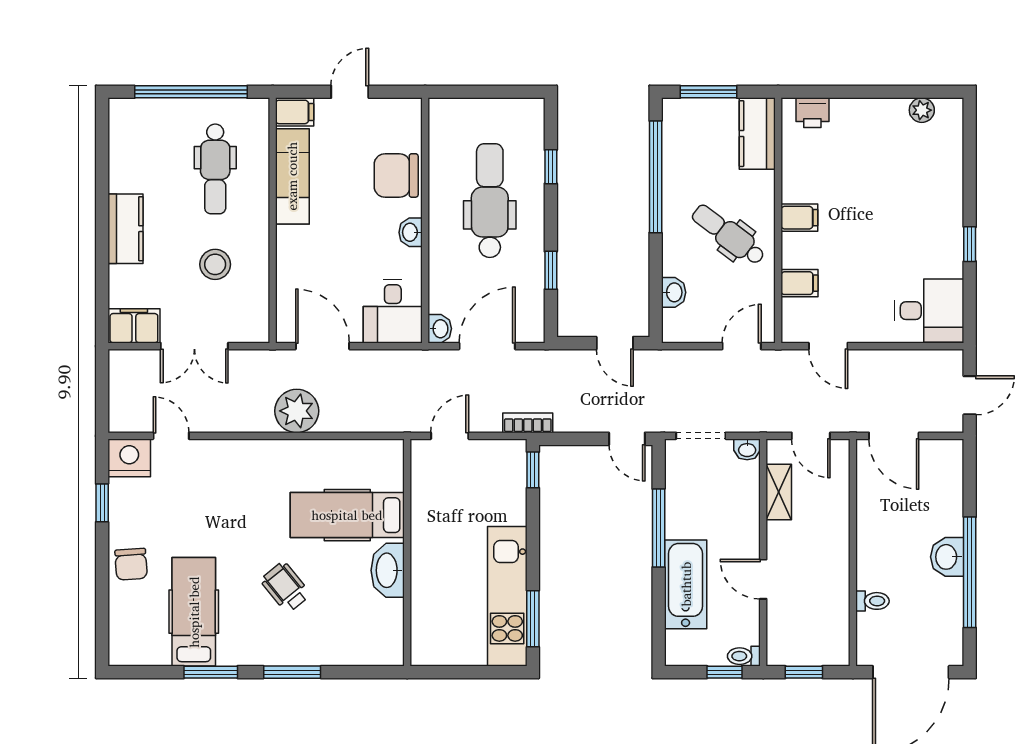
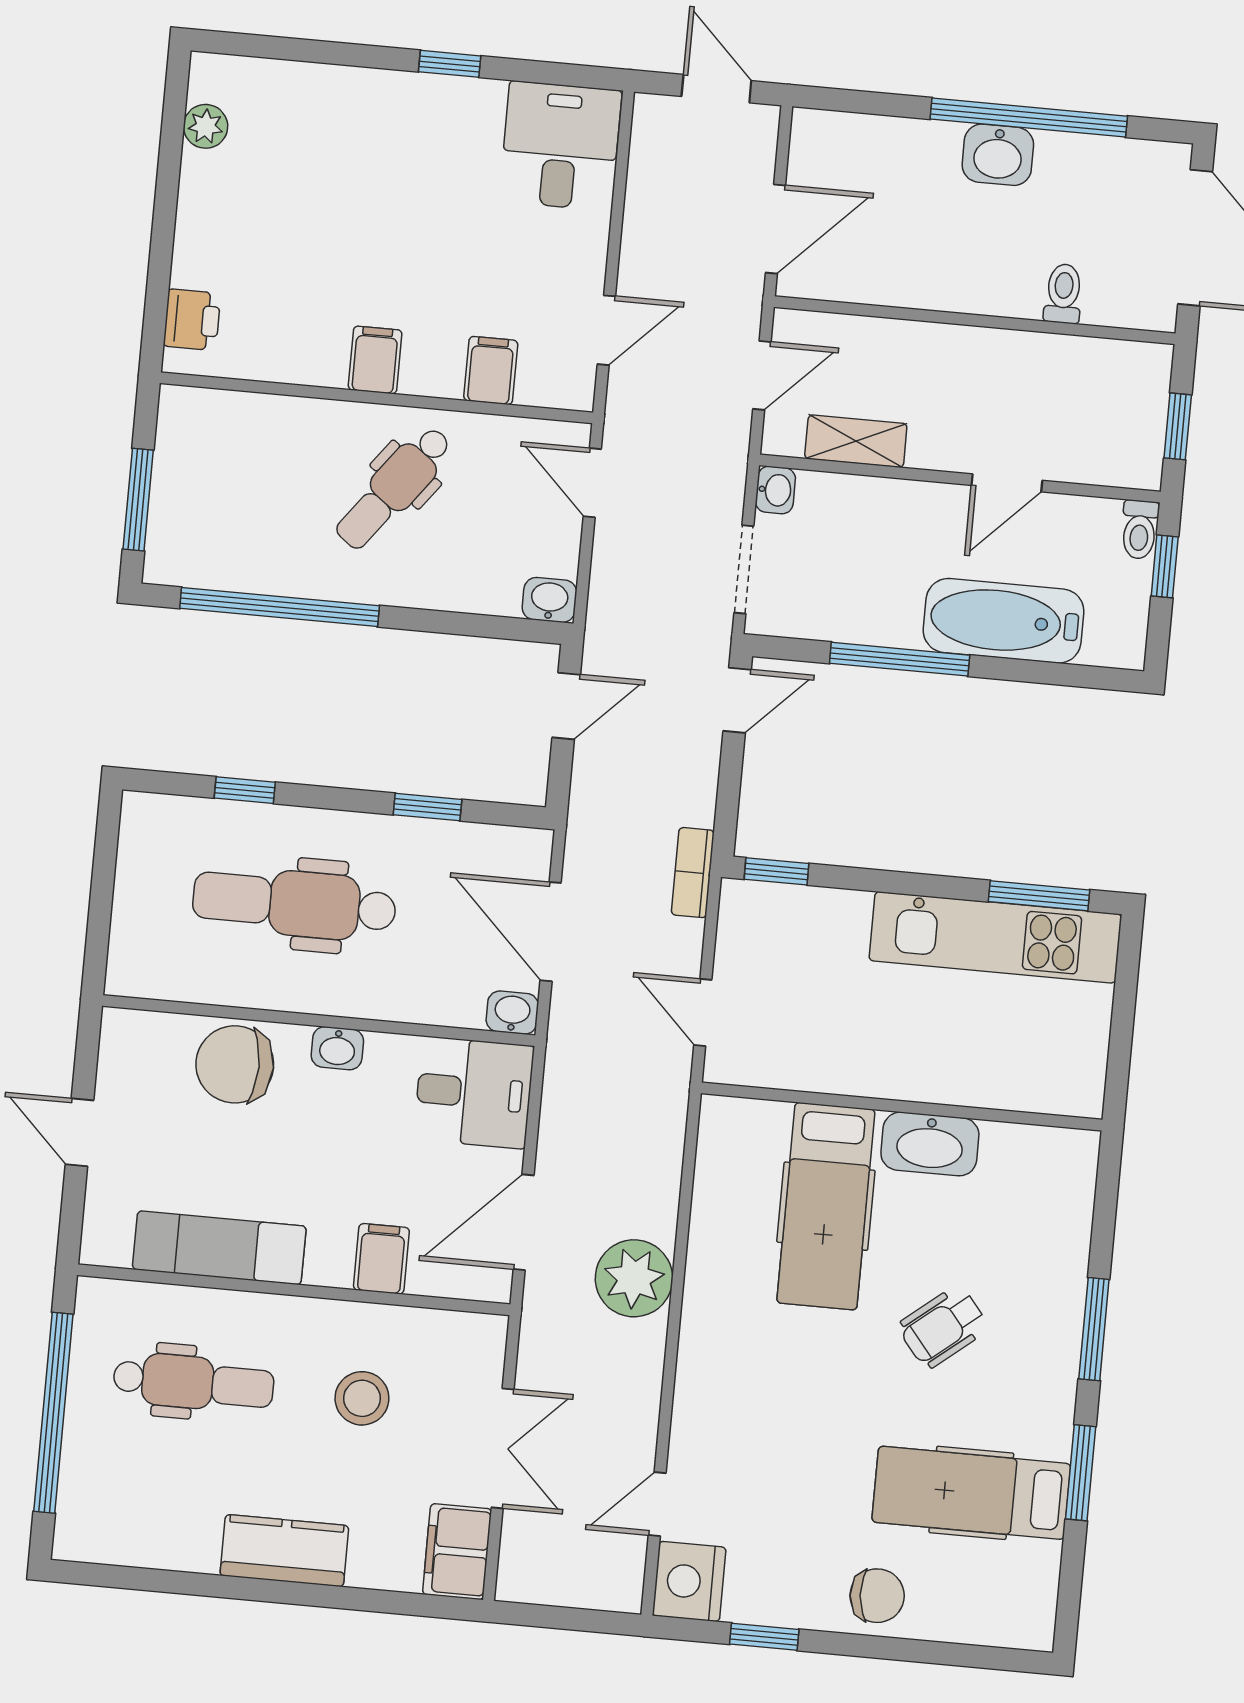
filing cabinet: (295, 112) -> (381, 1259), moved
kitchen counter: (757, 134) -> (220, 420), removed
chair: (396, 175) -> (235, 1064), turned 90
washbasin: (674, 292) -> (549, 600), moved

